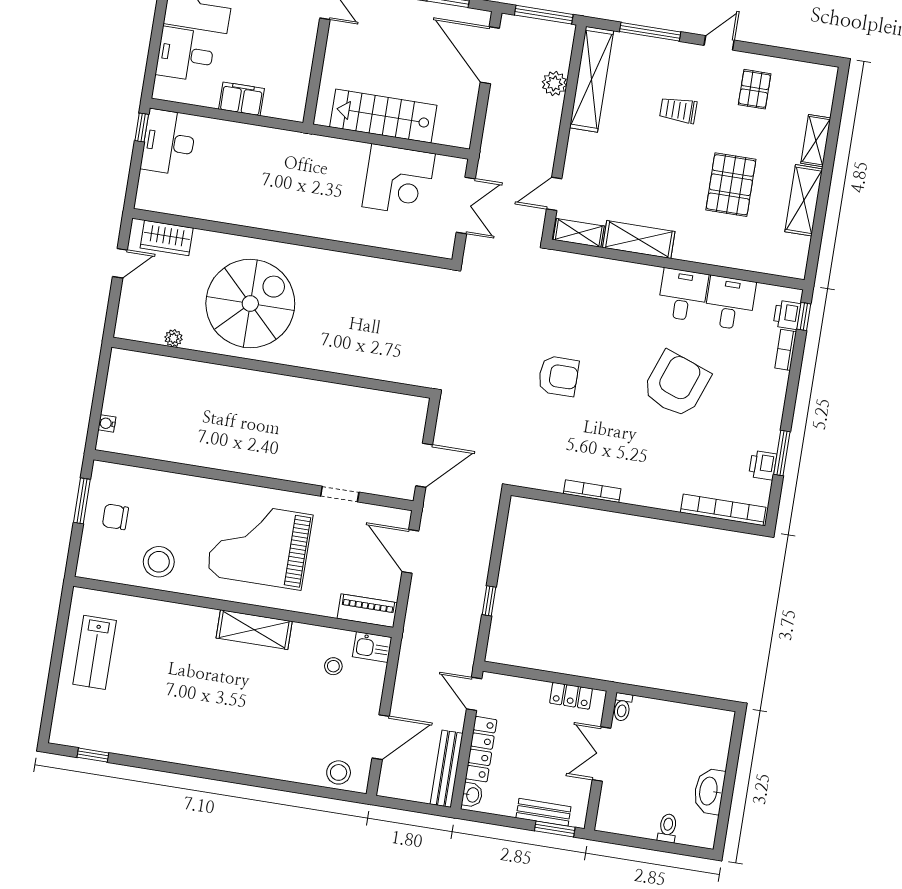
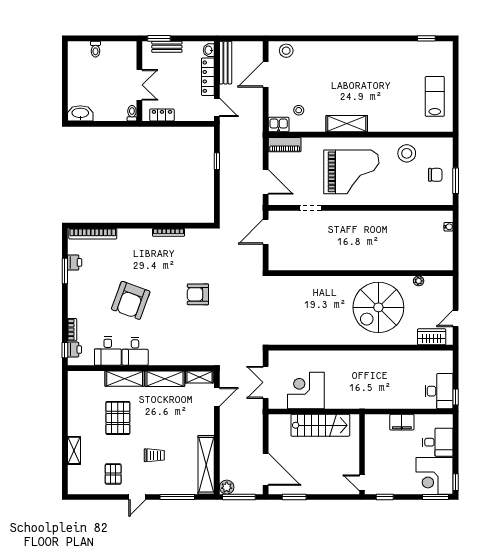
plant: (554, 83) -> (227, 487), moved
shelving: (804, 200) -> (125, 379), moved, turned 90
washbasin: (709, 791) -> (80, 113), moved, turned -90

